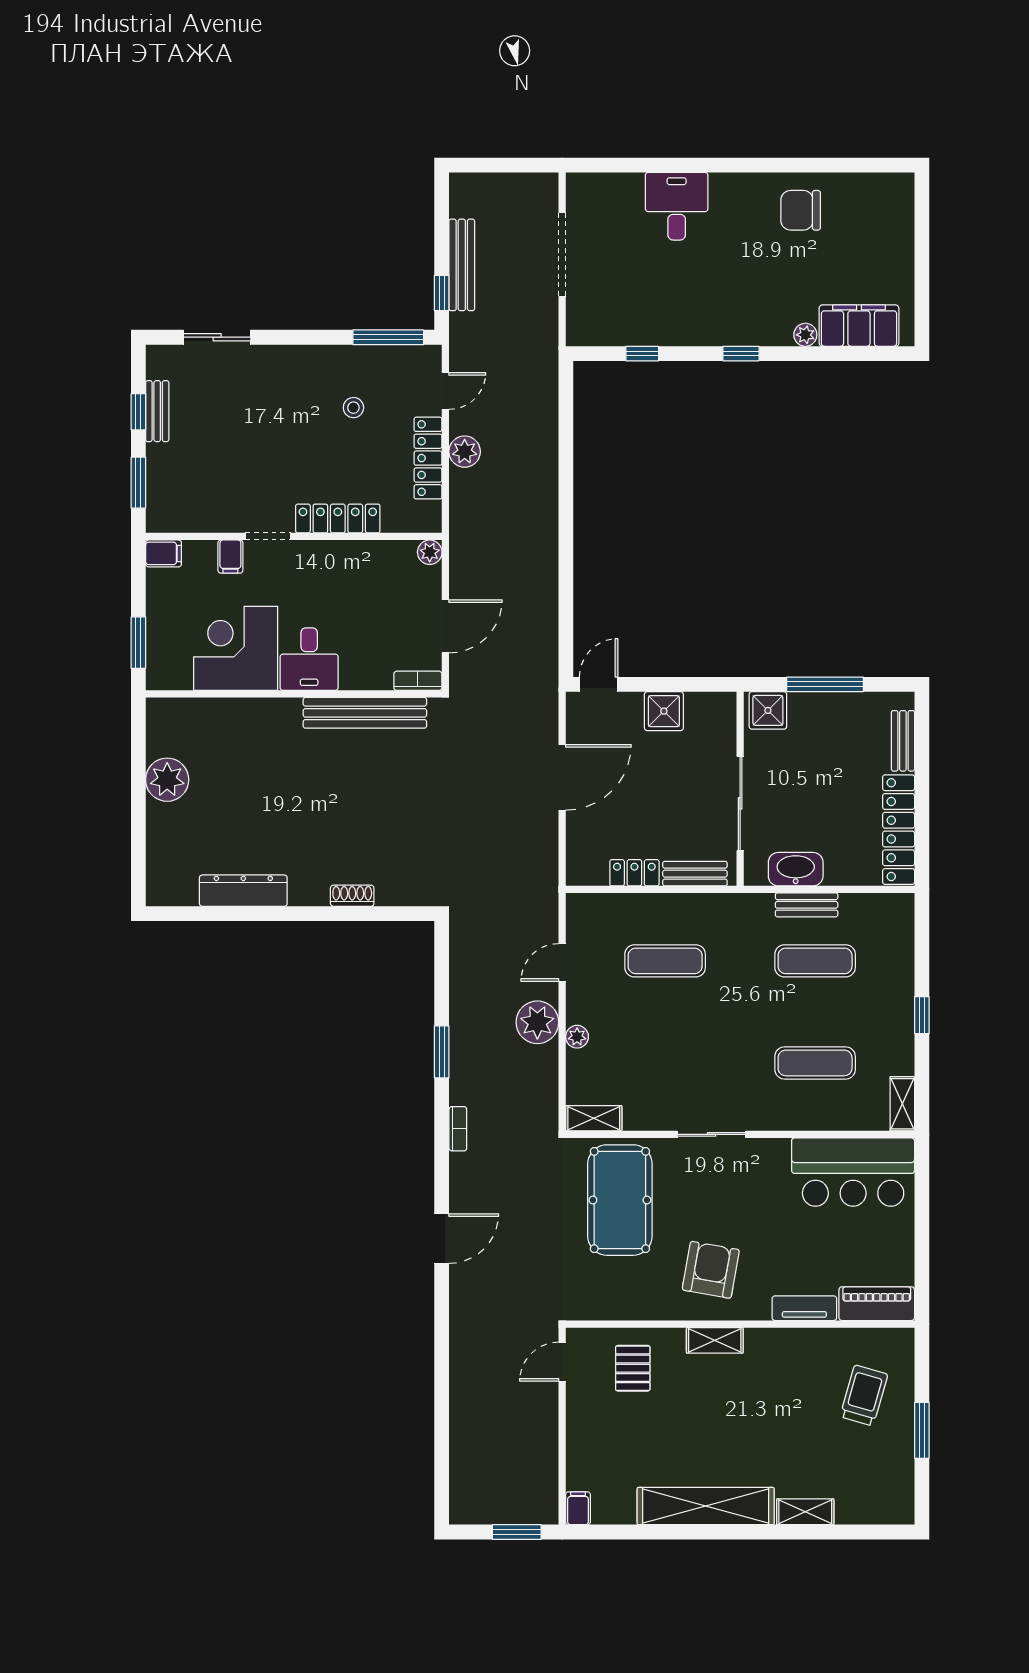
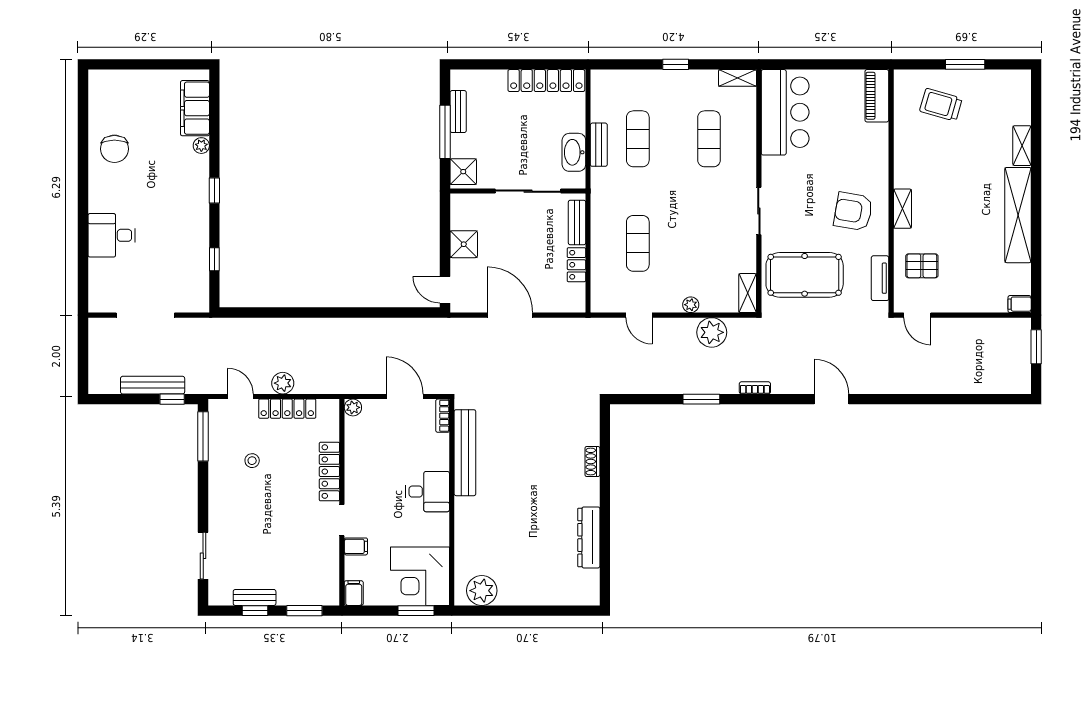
corner desk: (236, 648) -> (420, 576), moved
bench: (903, 741) -> (458, 112), moved, turned 90
plant: (167, 780) -> (482, 591), moved
plant: (537, 1022) -> (712, 332), moved
tv unit: (804, 1308) -> (880, 278), moved

